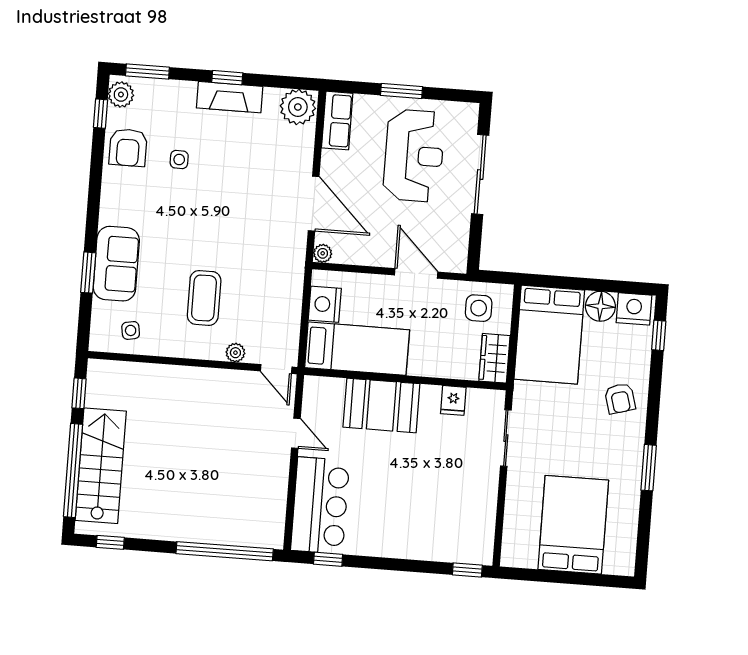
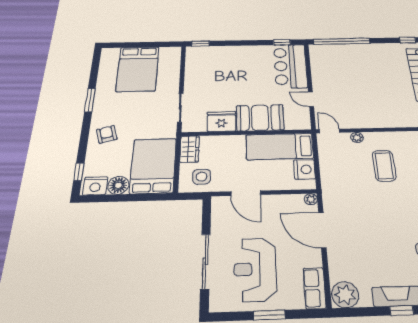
fridge: (453, 400) -> (221, 121), width x1.88, depth x1.34

